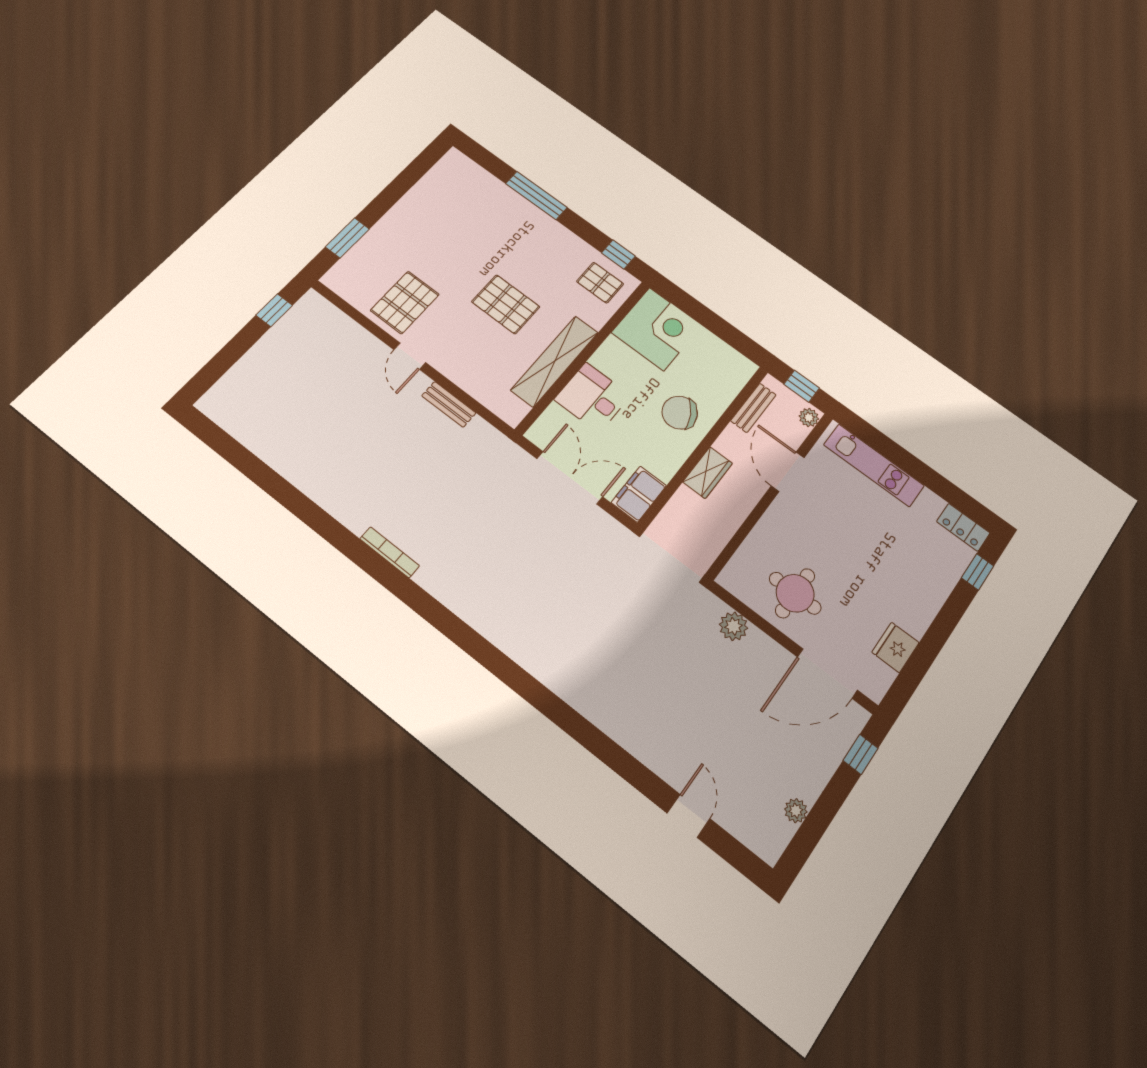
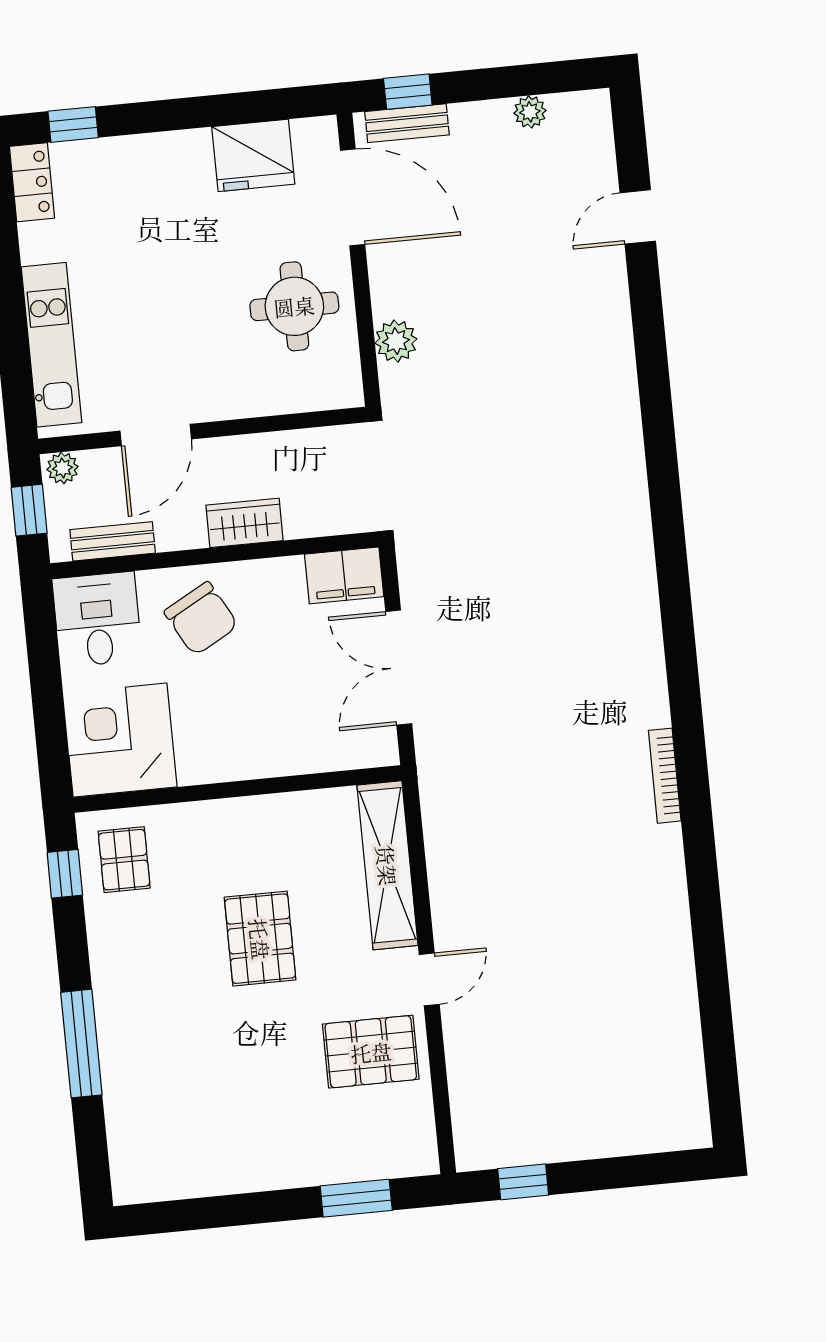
shelving: (555, 361) -> (387, 865), moved, turned 90
desk: (592, 397) -> (97, 619), moved, turned 180
bench: (449, 404) -> (407, 123), moved, turned 90
fridge: (895, 647) -> (253, 155), width x1.36, depth x1.34

